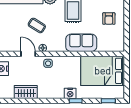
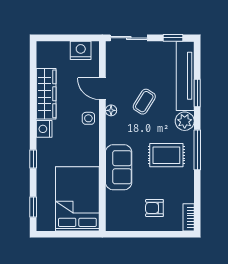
door: (28, 54) -> (102, 89), swing flipped
wardrobe: (26, 92) -> (46, 94), width x1.50
nightstand: (70, 93) -> (44, 129), moved

